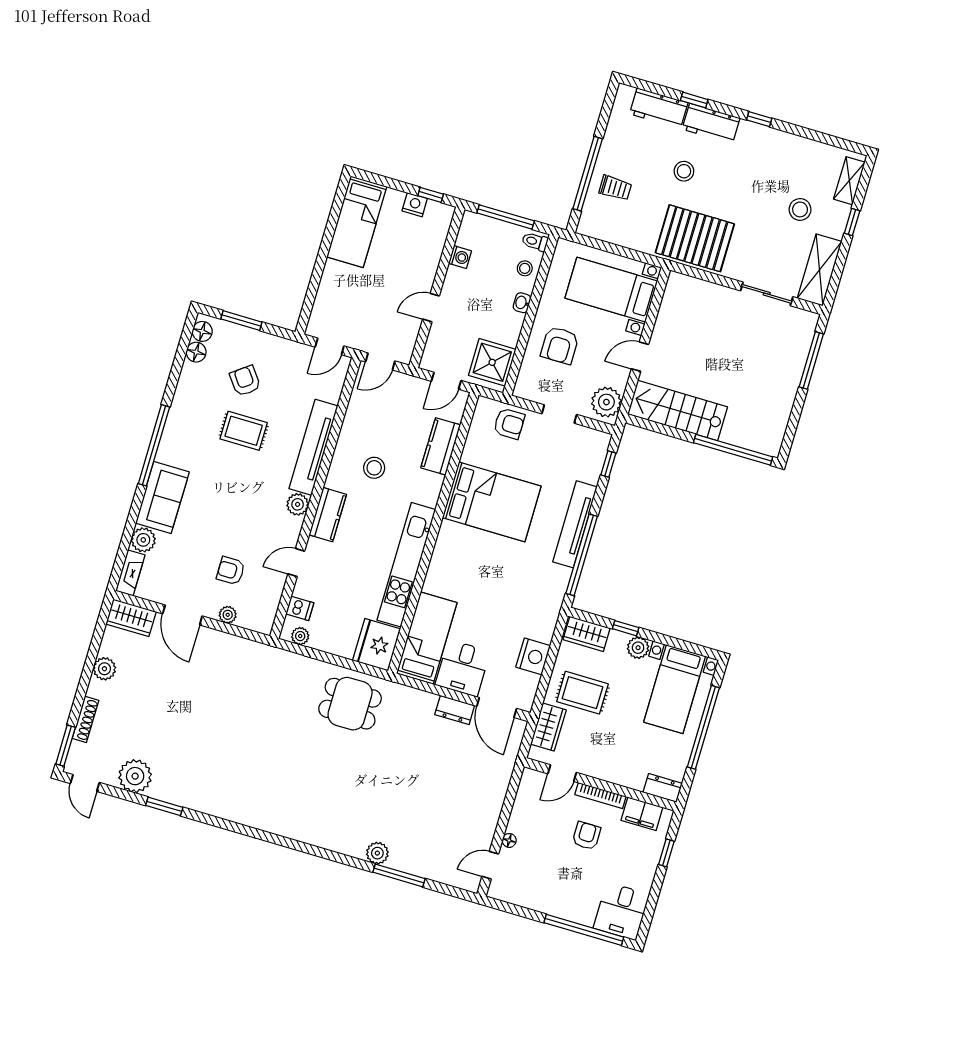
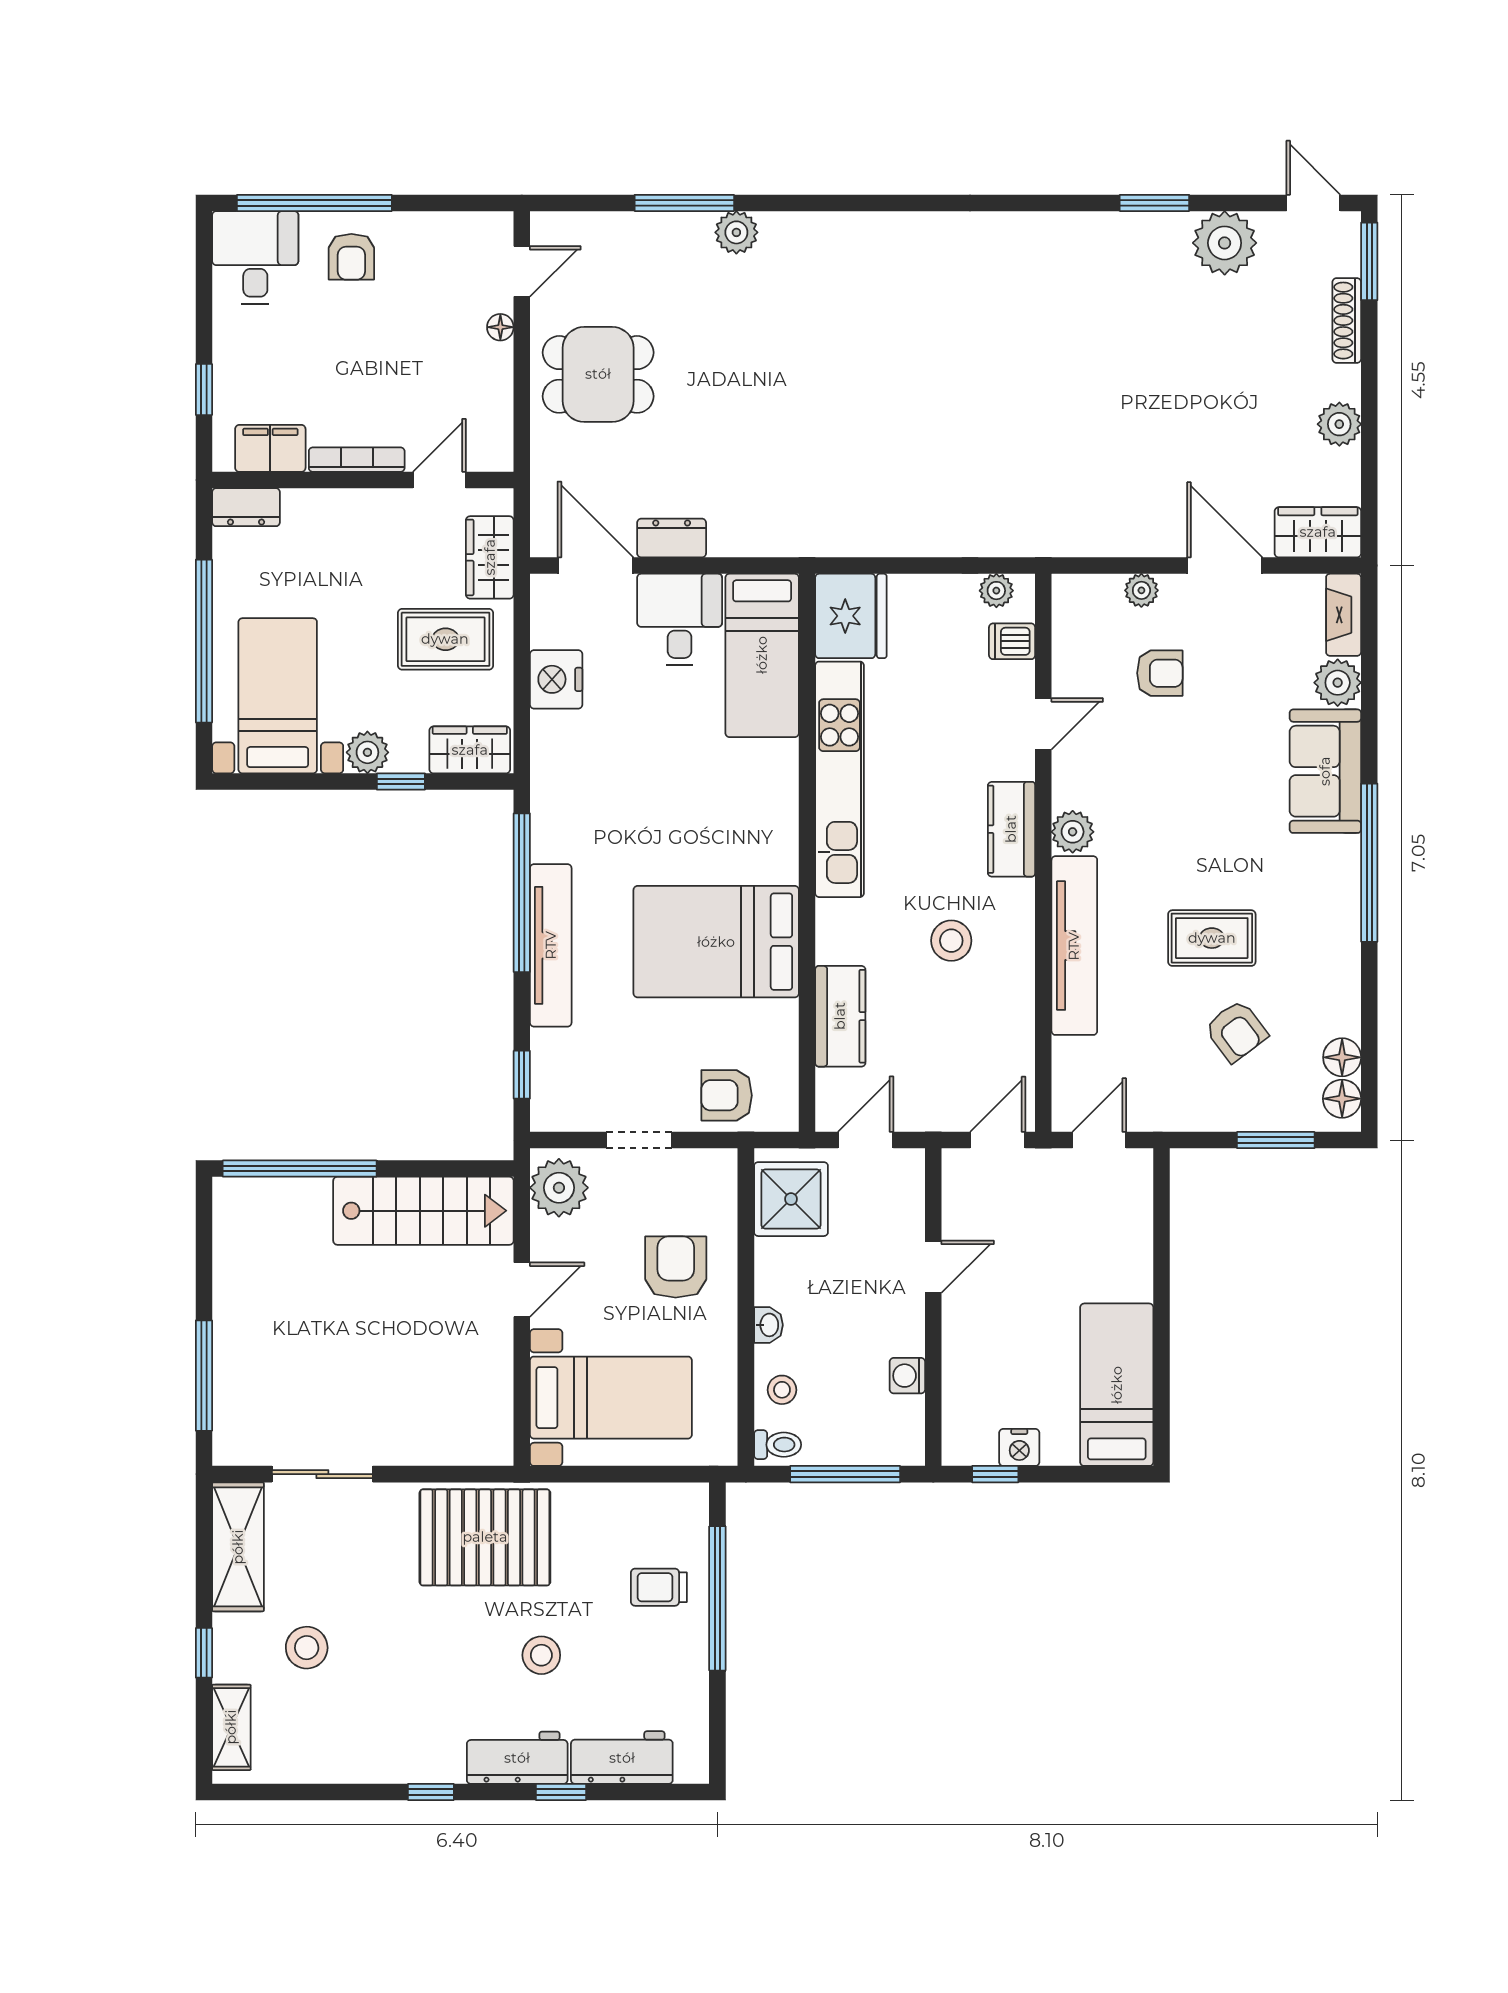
dining table: (350, 704) -> (598, 374), moved
armchair: (586, 836) -> (351, 257), moved

